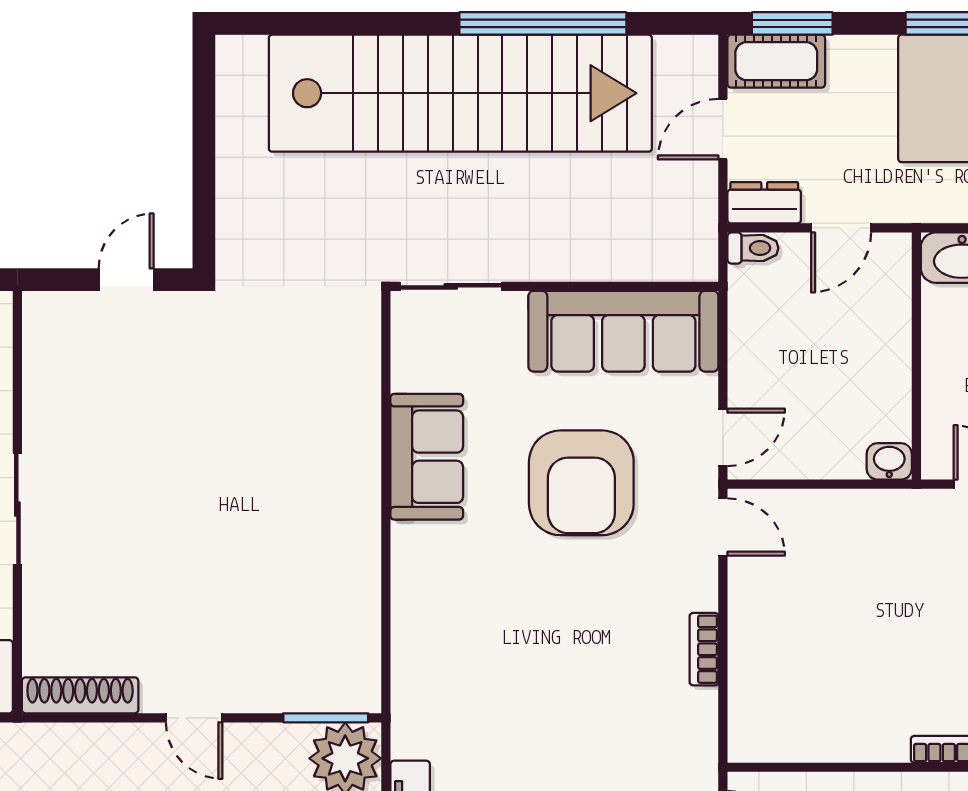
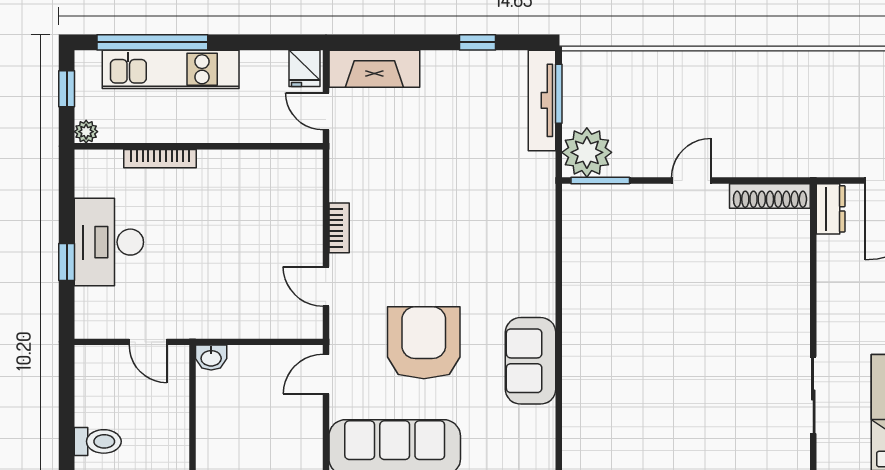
sliding door: (17, 509) -> (813, 395), moved
door: (723, 527) -> (326, 287), moved
door: (194, 718) -> (691, 180), hinge flipped

